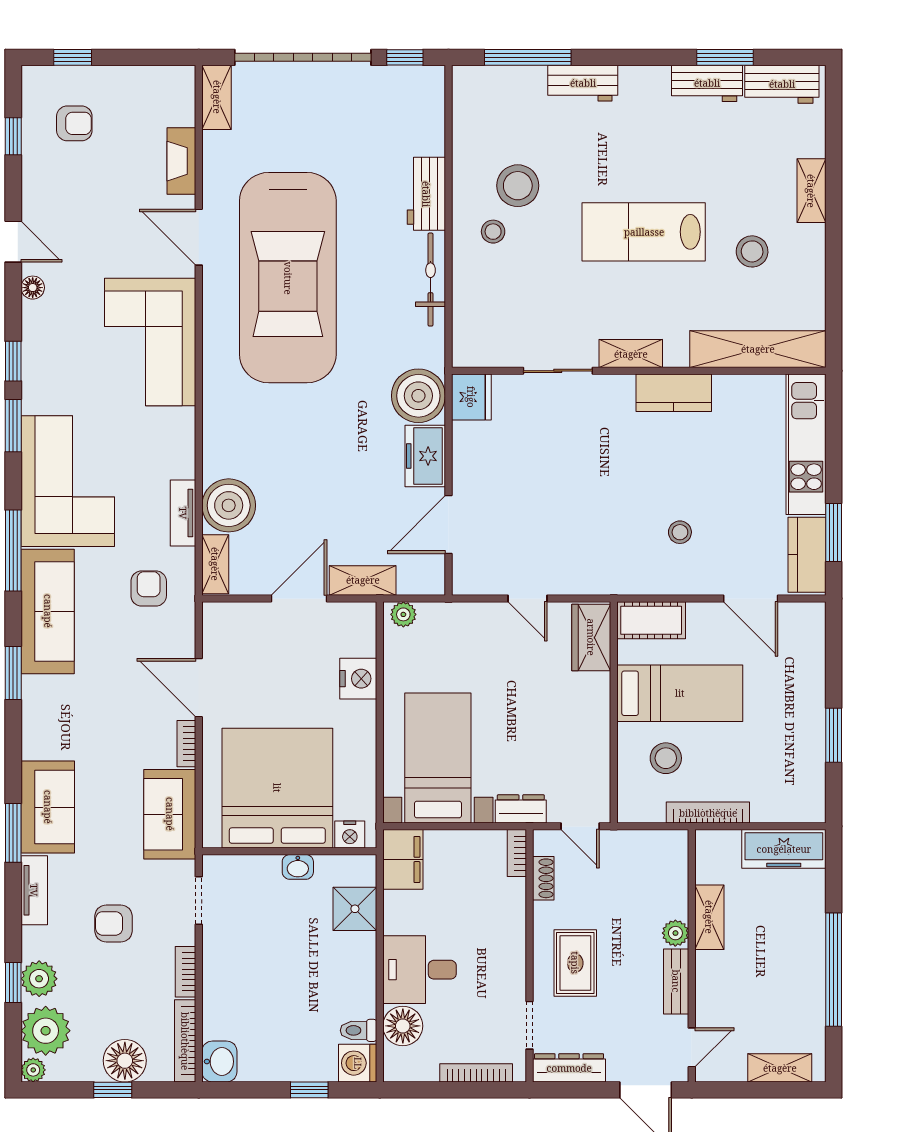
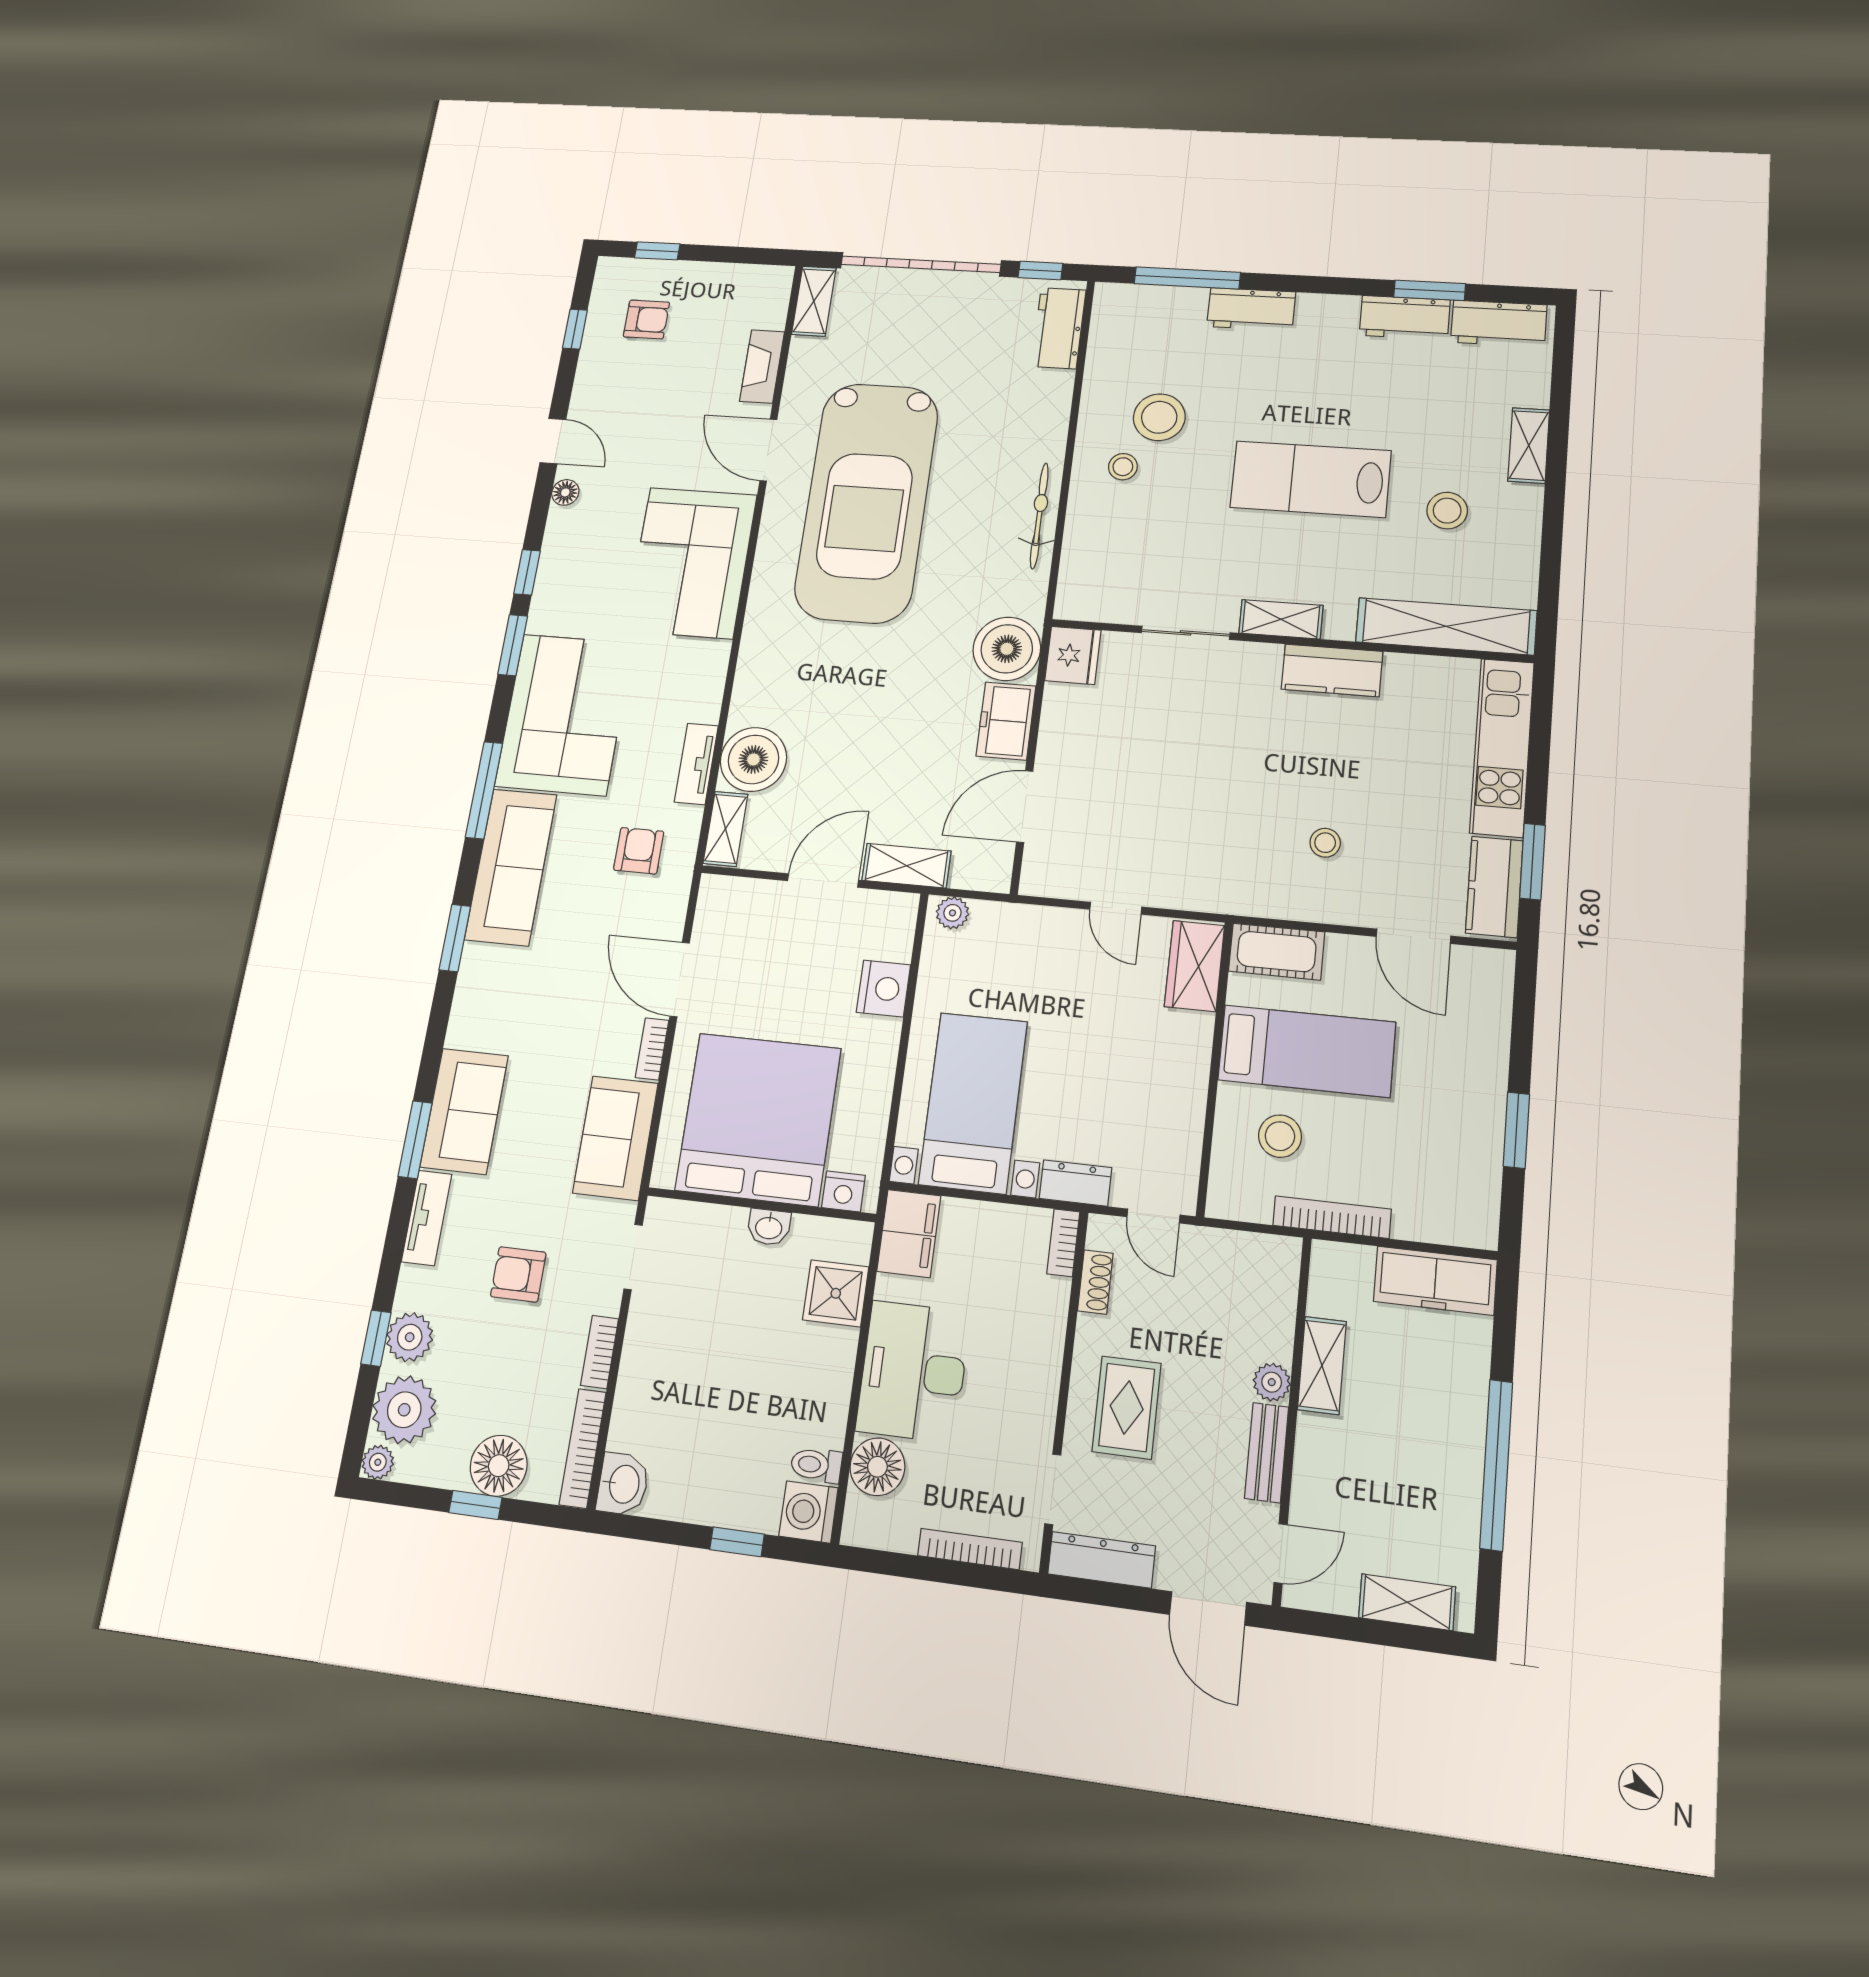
workbench: (426, 194) -> (1059, 328), moved
desk: (420, 970) -> (913, 1371), width x1.37

